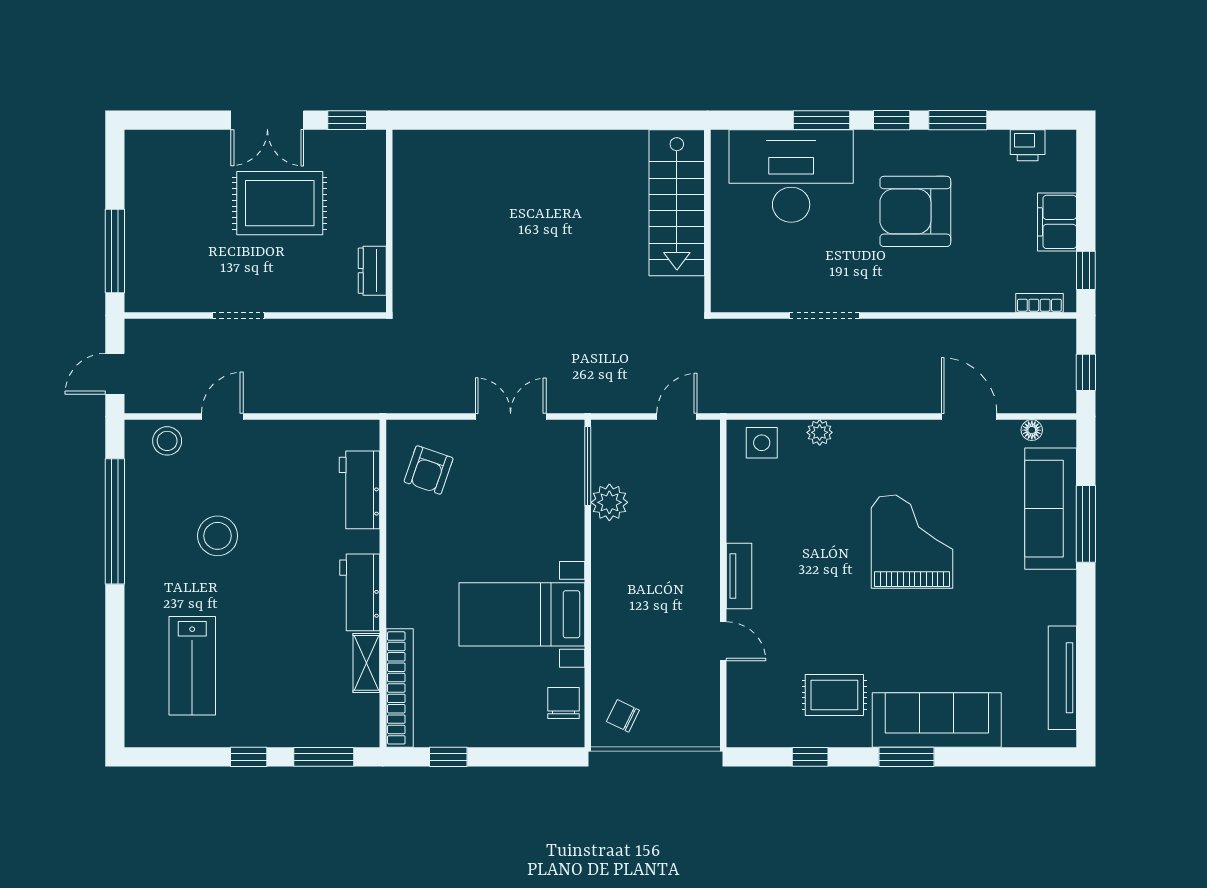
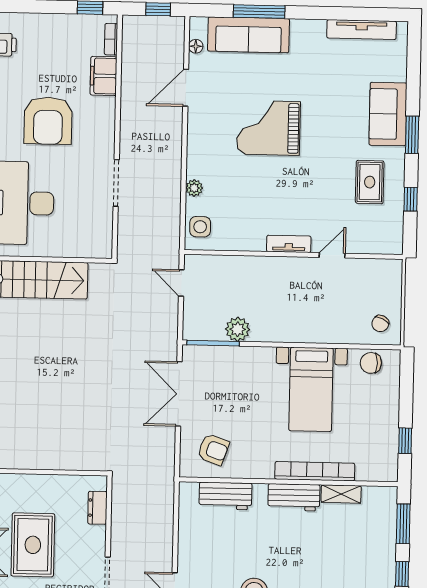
filing cabinet: (1057, 222) -> (104, 76), moved, turned 90
dresser: (372, 271) -> (97, 508), moved, turned 90
double door: (511, 416) -> (179, 394), width x1.37
bookcase: (400, 688) -> (315, 471), moved
sofa: (937, 720) -> (388, 114), width x0.73

